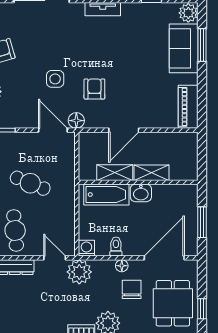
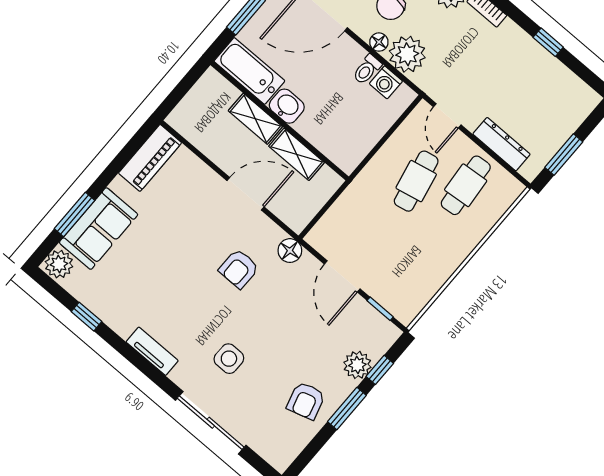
side table: (55, 79) -> (229, 359), moved
door: (53, 130) -> (342, 276), moved
cafe table: (30, 183) -> (416, 181), moved, turned 56
bathtub: (106, 195) -> (249, 71), moved
washing machine: (86, 248) -> (386, 82), moved
plant: (79, 272) -> (407, 54), moved

